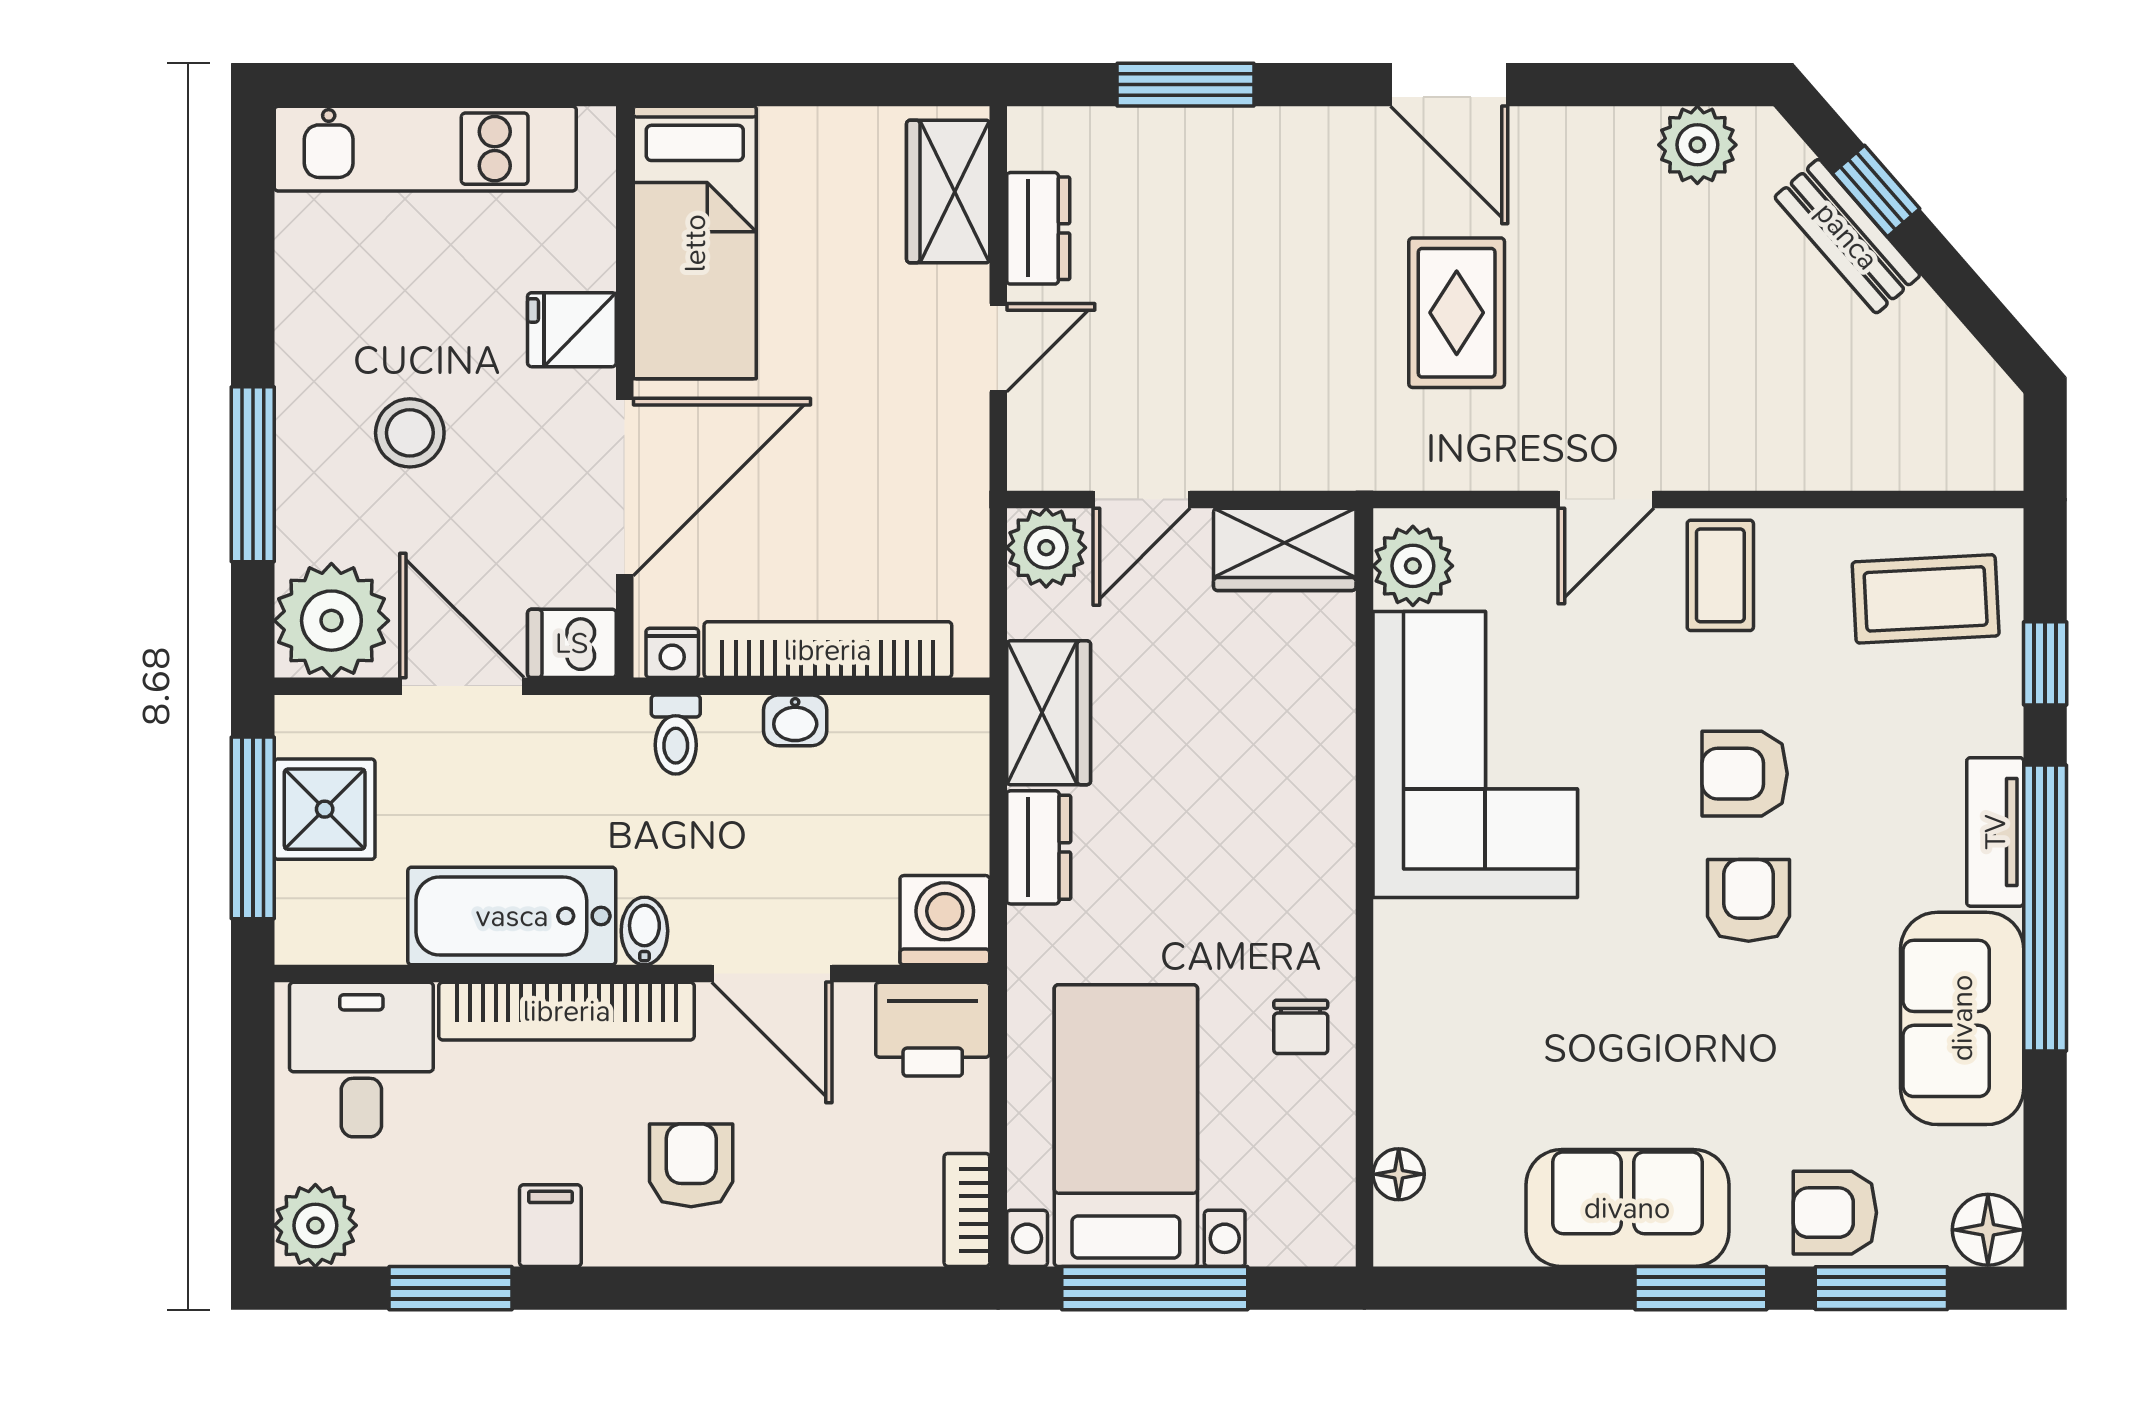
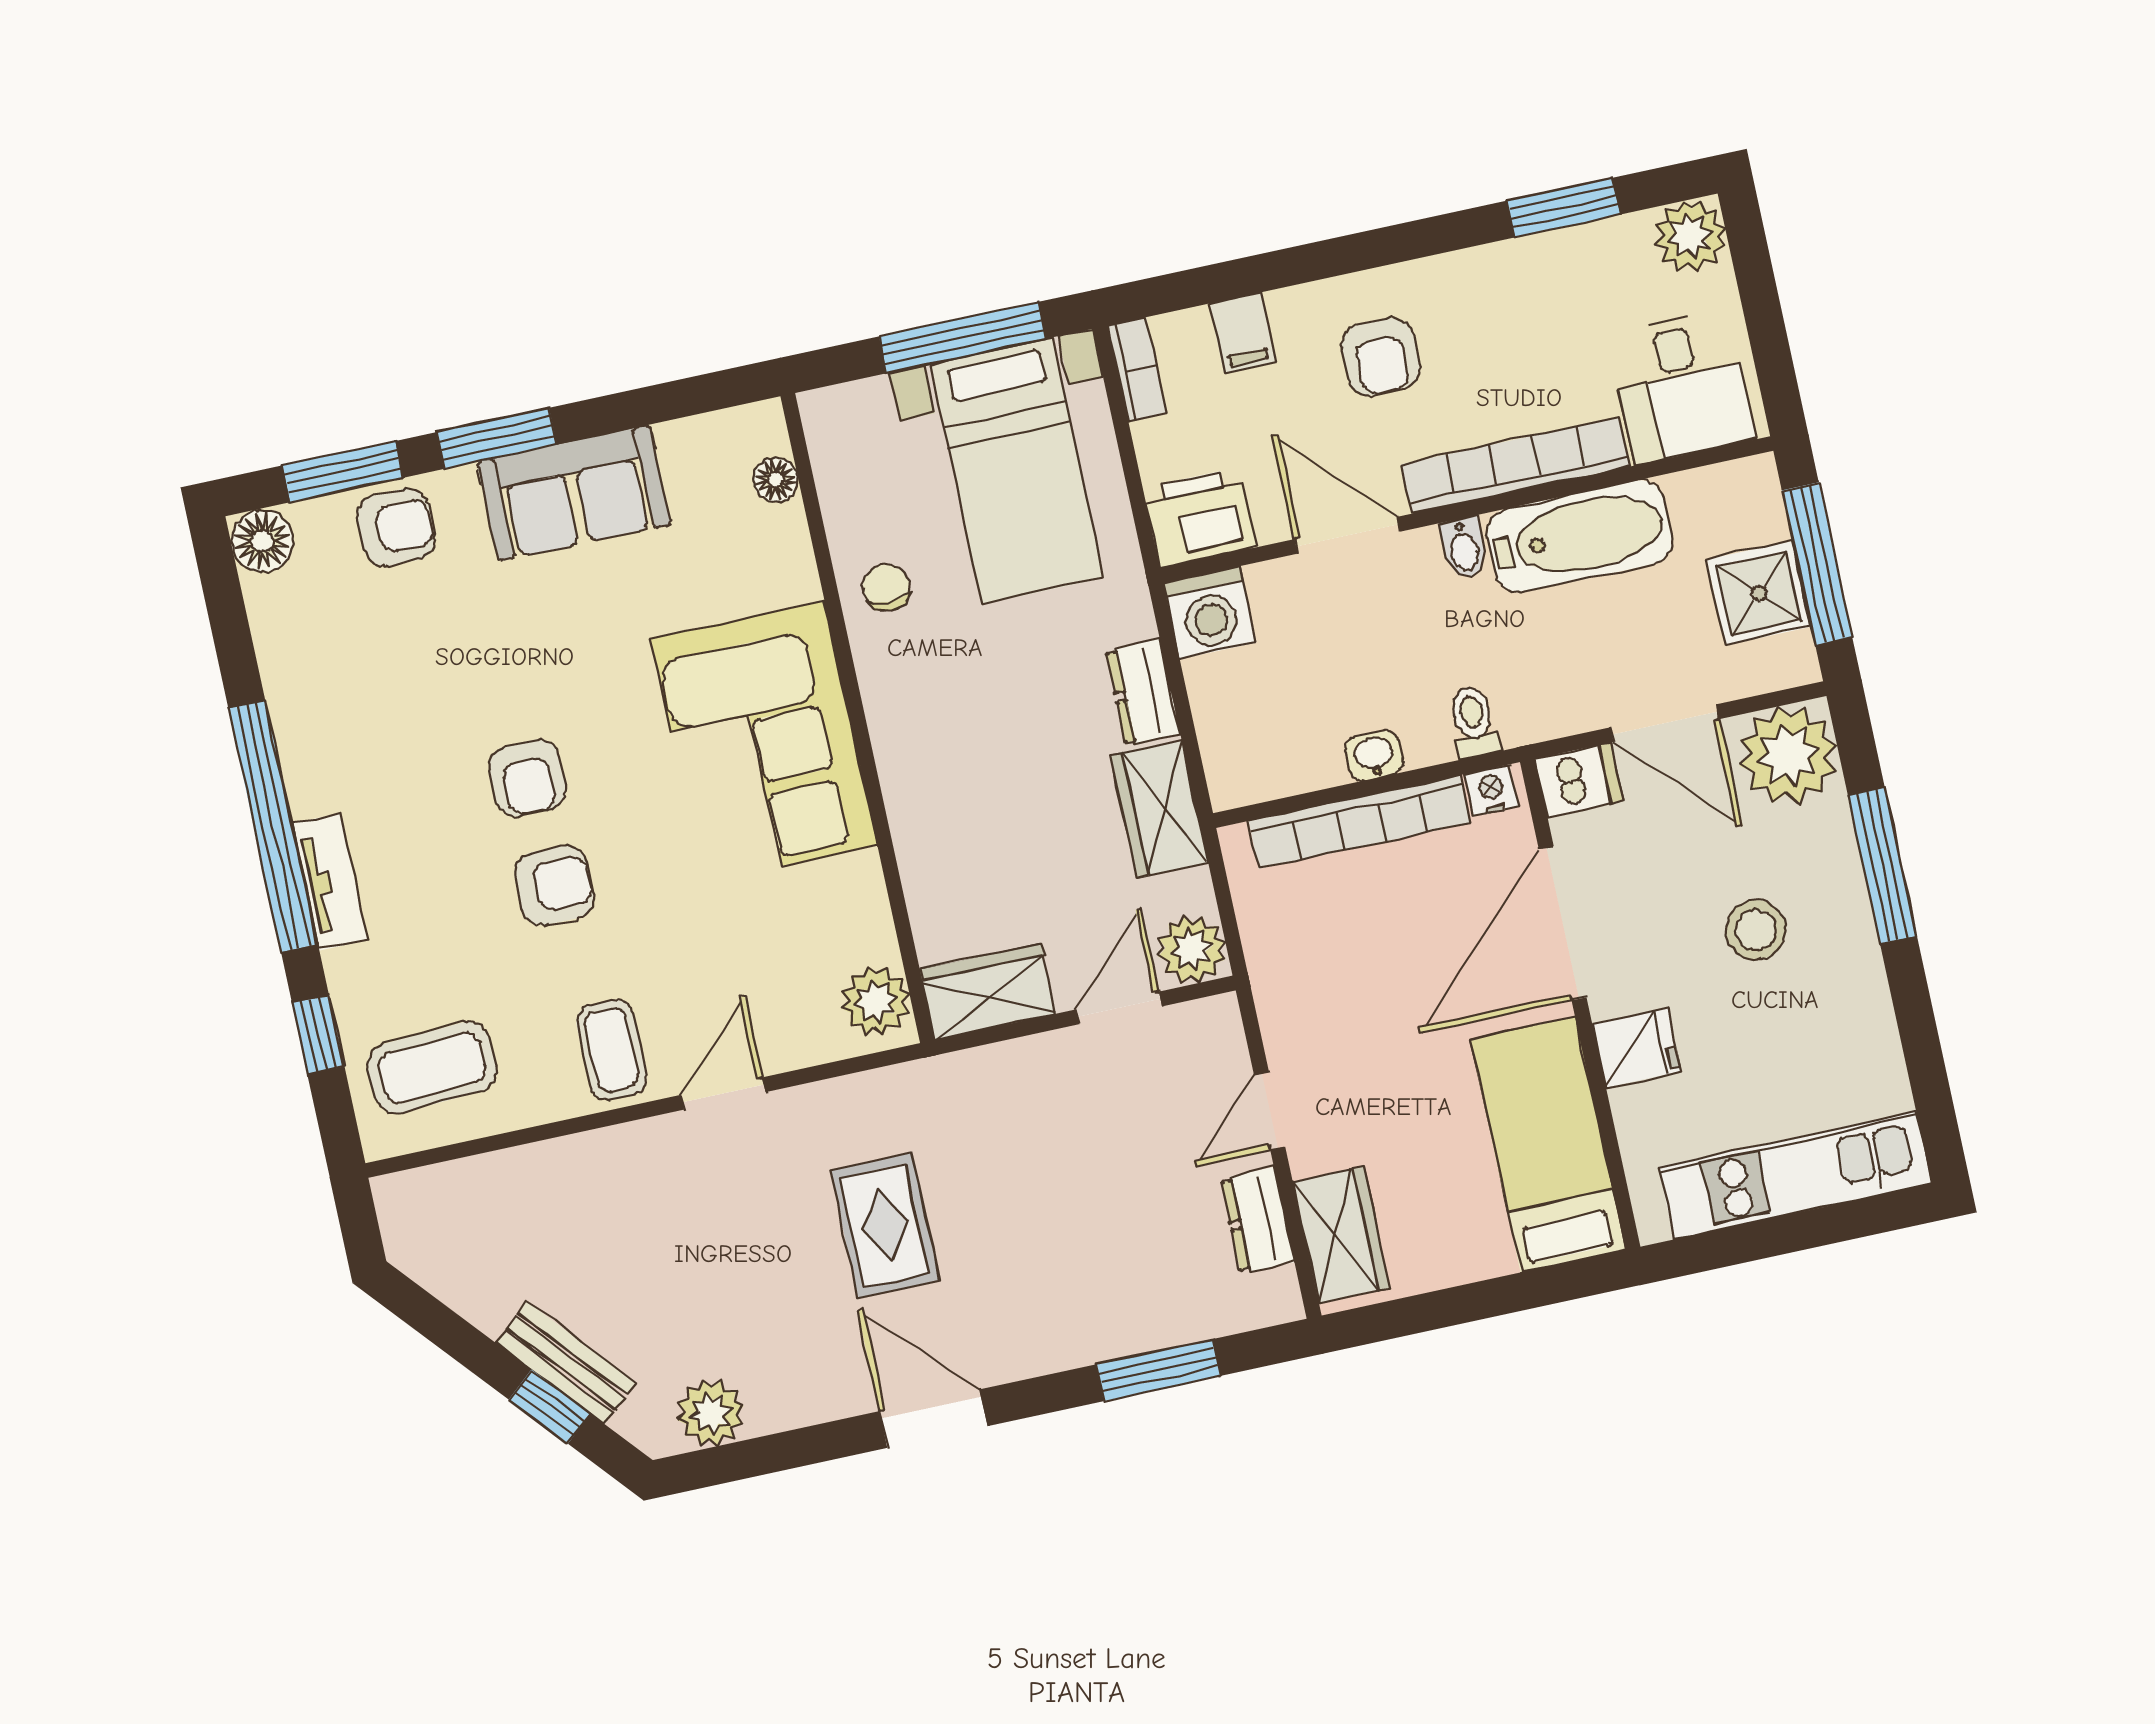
corner sofa: (1475, 755) -> (764, 742), moved
sofa: (1962, 1018) -> (324, 717), removed
filing cabinet: (550, 1226) -> (1243, 333), moved

